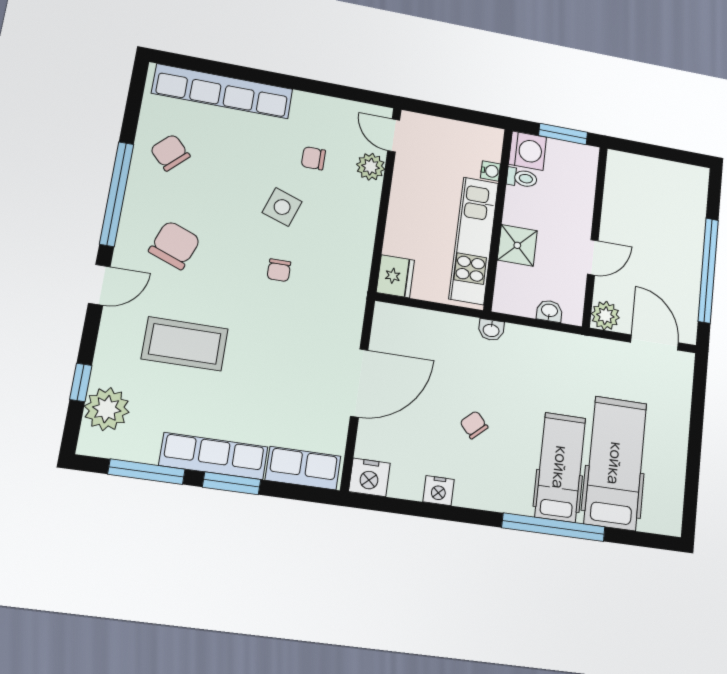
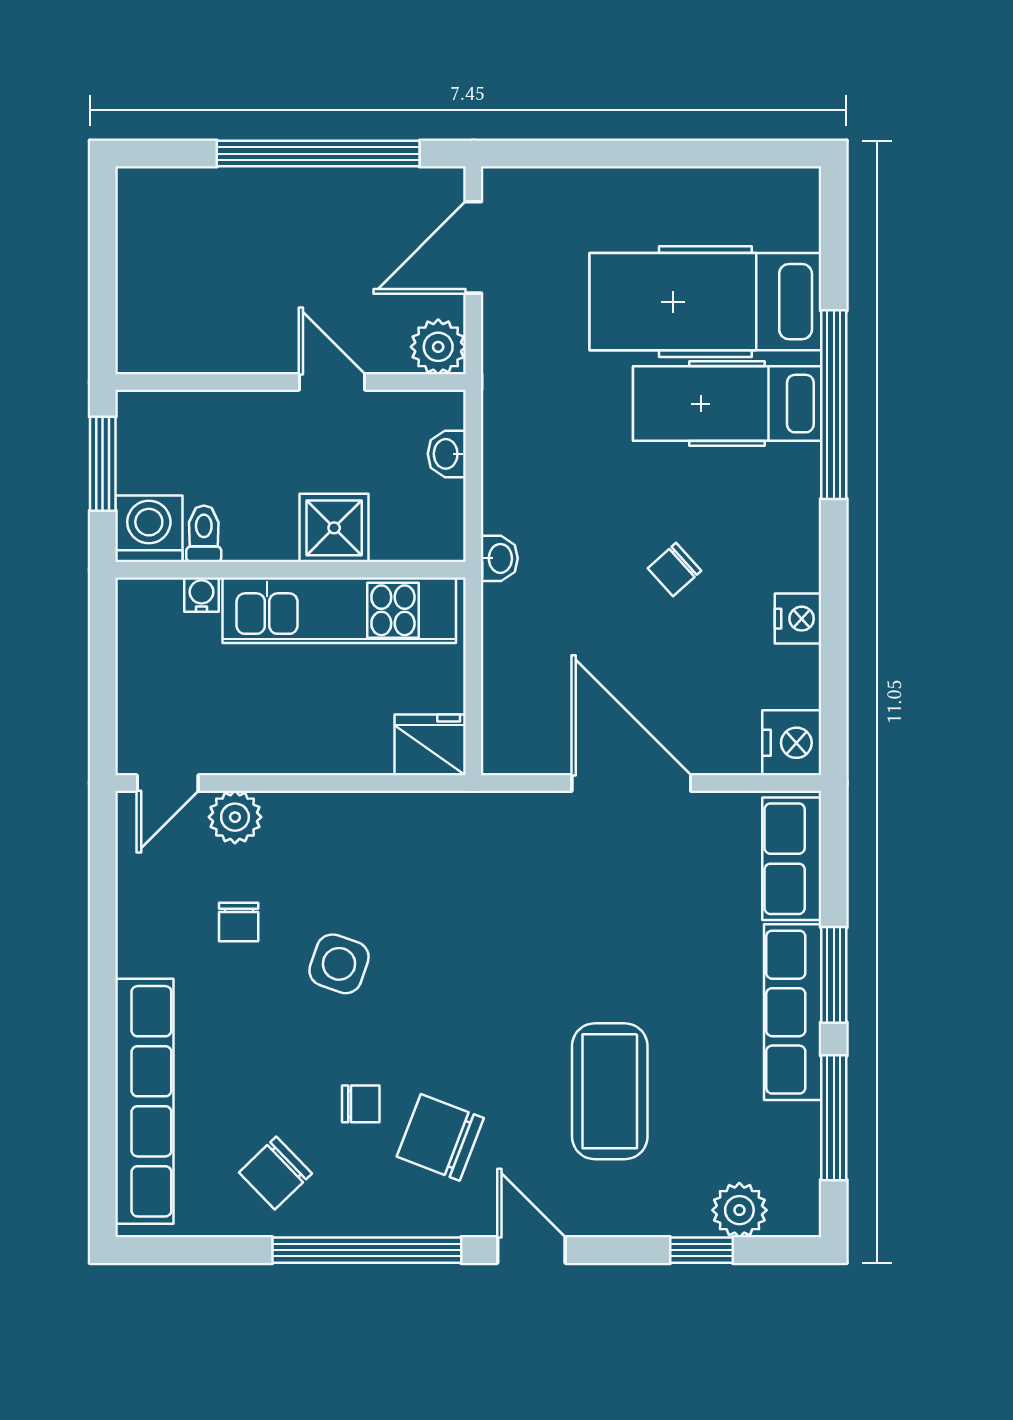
chair: (279, 270) -> (361, 1104), moved
plant: (107, 409) -> (739, 1210), width x0.73, depth x0.73

